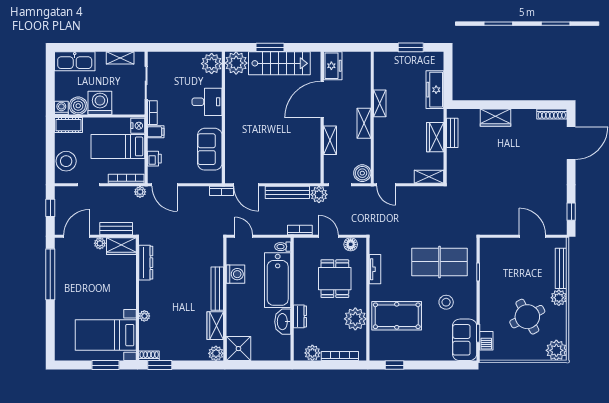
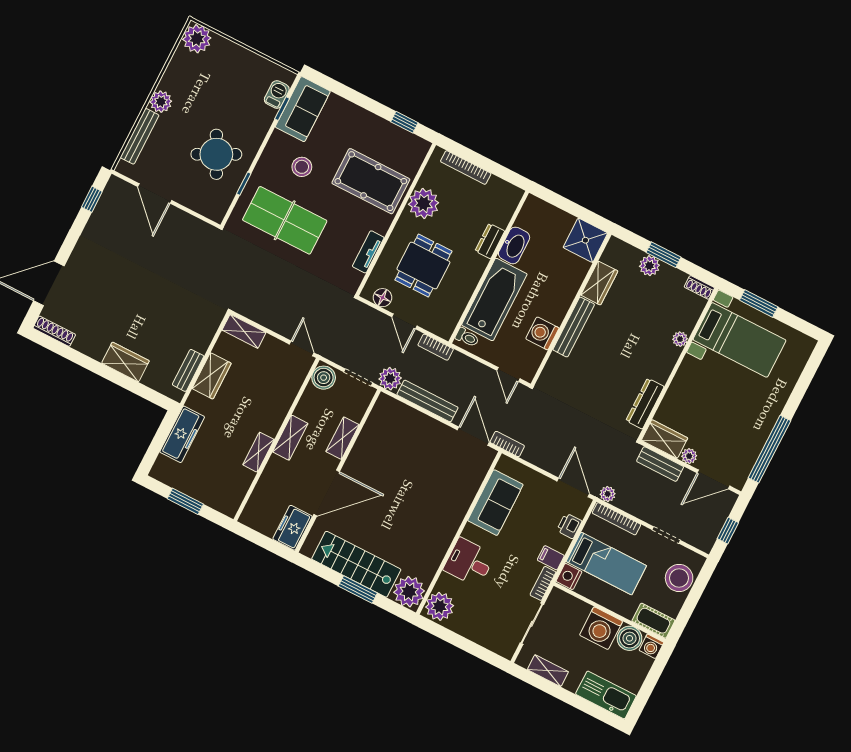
round table: (527, 317) -> (216, 154), moved
plant: (216, 353) -> (649, 266), moved
plant: (312, 353) -> (497, 189), removed
window: (160, 365) -> (664, 255), moved

